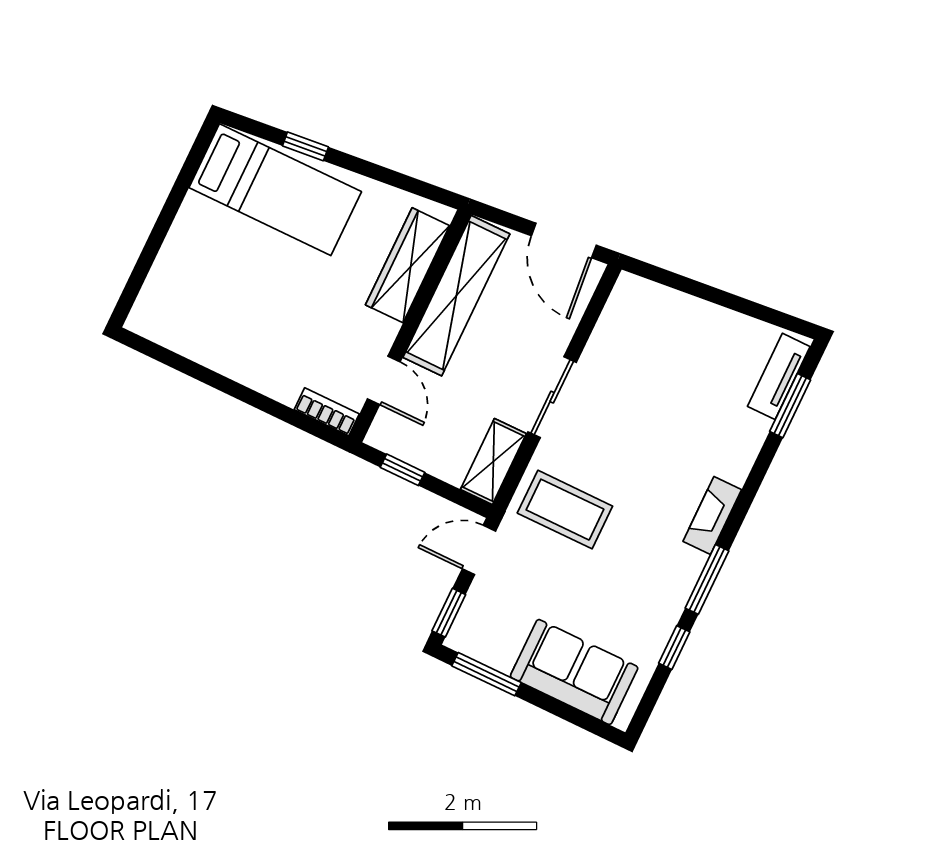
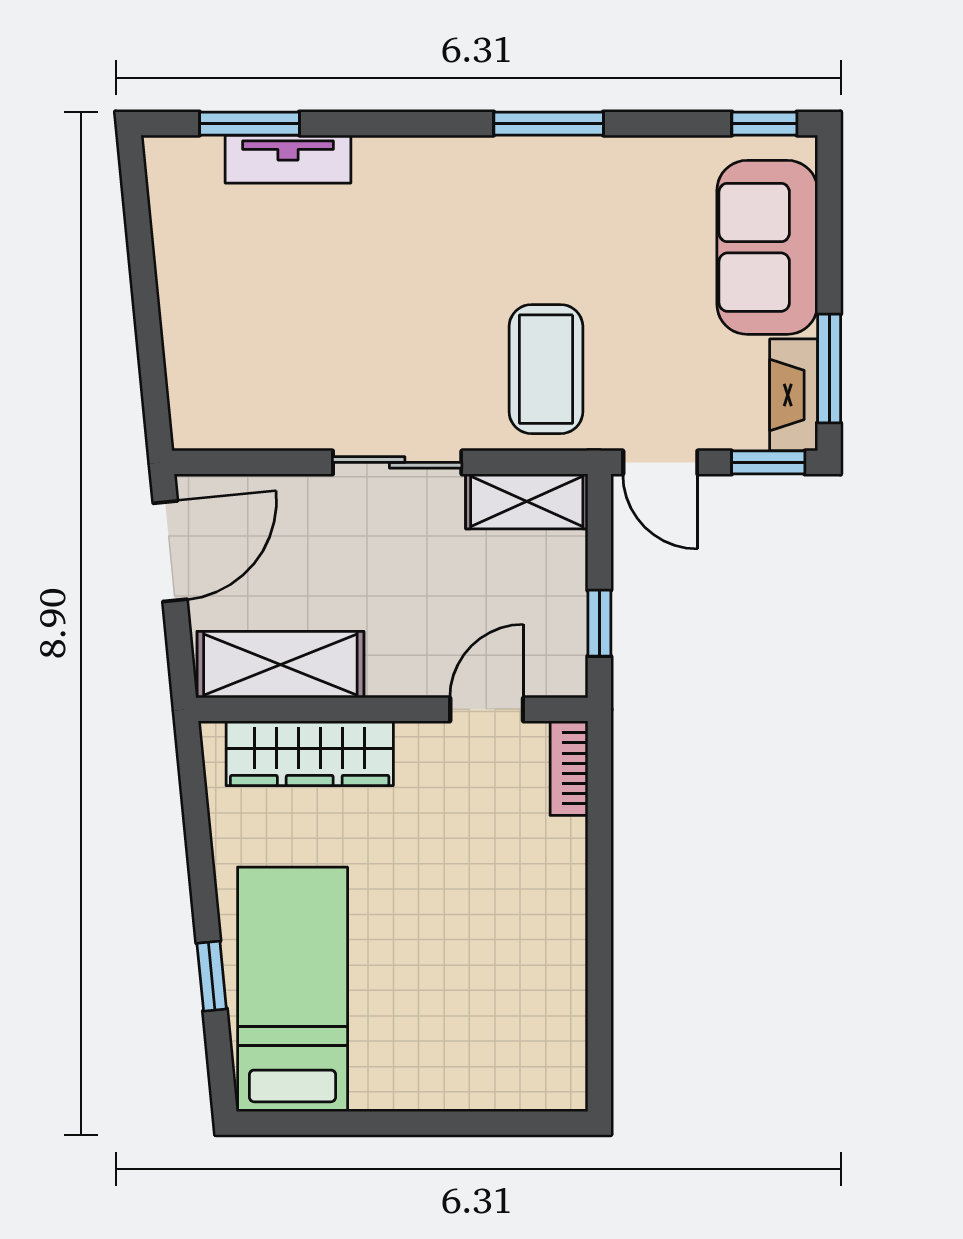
shelving: (456, 296) -> (280, 665), width x0.68
tv unit: (779, 376) -> (288, 159), moved
fireplace: (712, 515) -> (794, 395), moved, turned 90
window: (674, 648) -> (764, 124), moved

